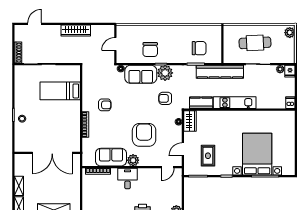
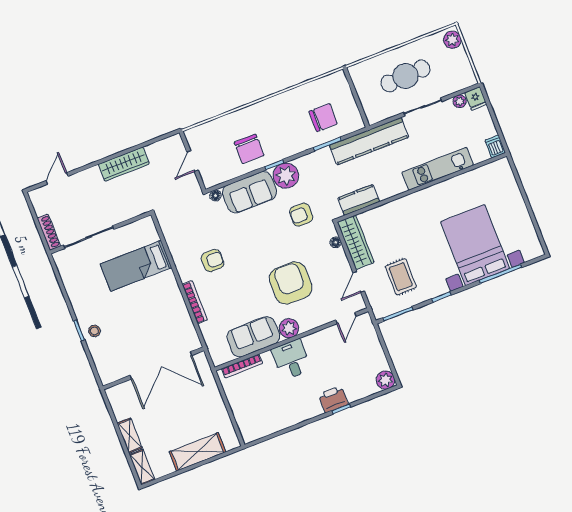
kitchen unit: (235, 103) -> (438, 169), moved
wardrobe: (190, 121) -> (356, 242), width x1.50

